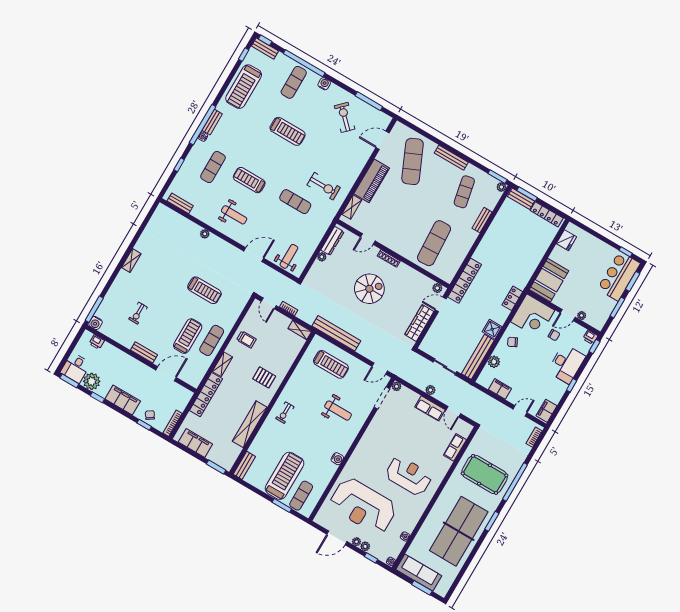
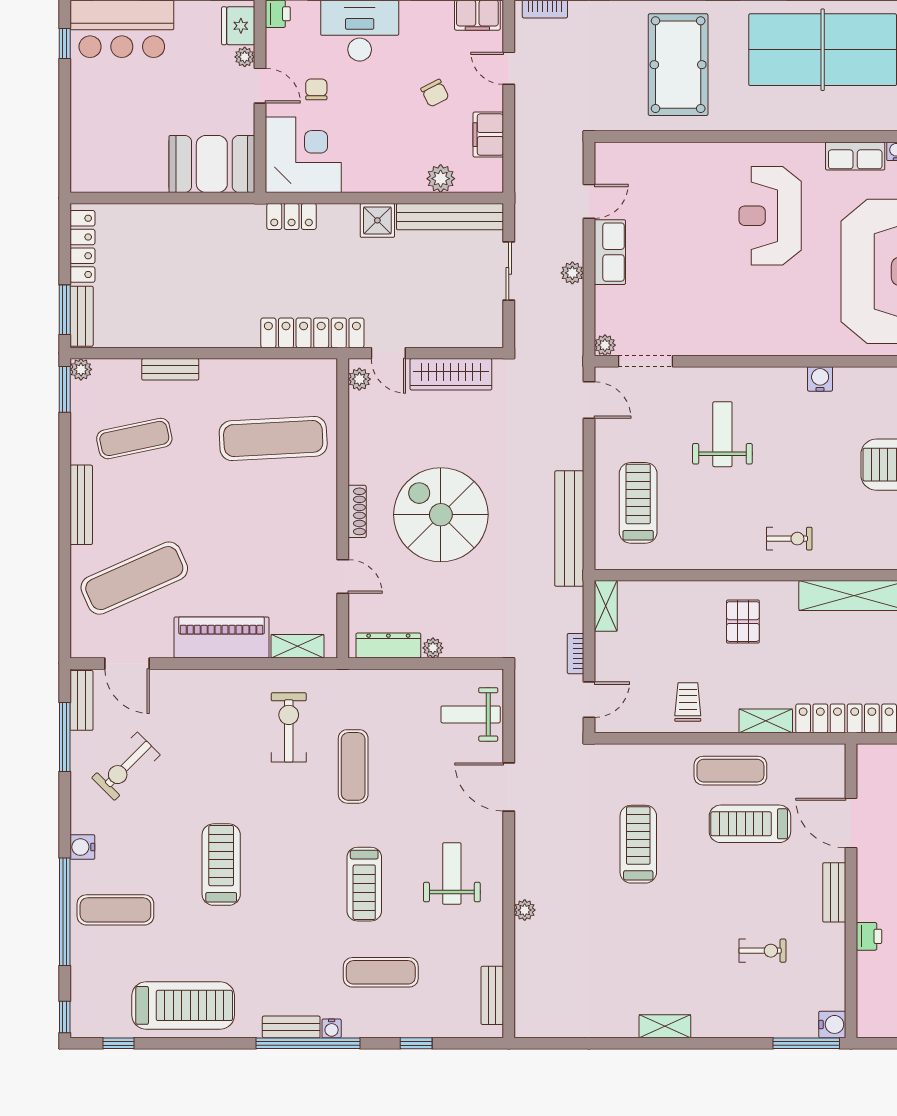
bench: (265, 49) -> (81, 700), moved
fridge: (566, 240) -> (238, 26), moved, turned -90
spiral stairs: (369, 289) -> (441, 515), width x1.37, depth x1.37
printer: (97, 342) -> (869, 936), moved
chair: (513, 342) -> (435, 93), moved
row of seats: (455, 447) -> (855, 156), moved

